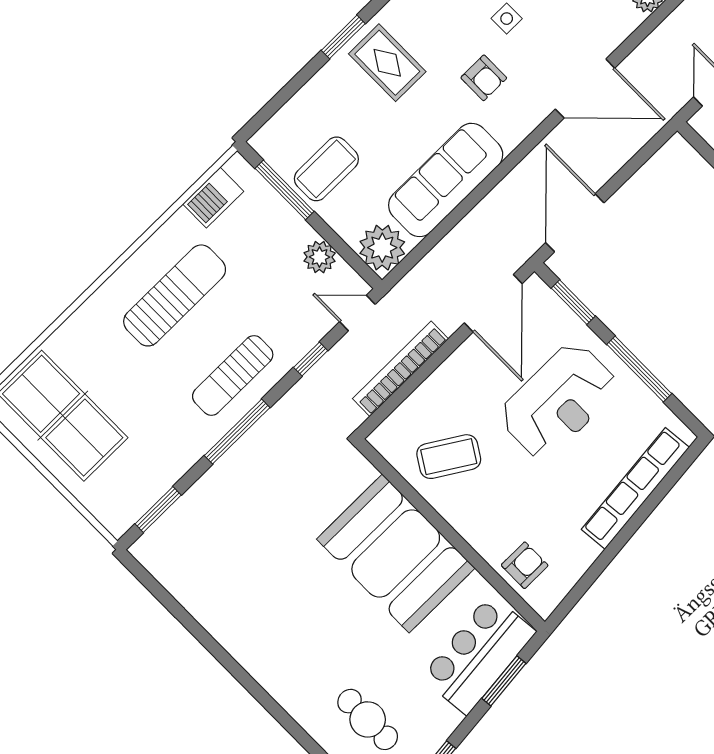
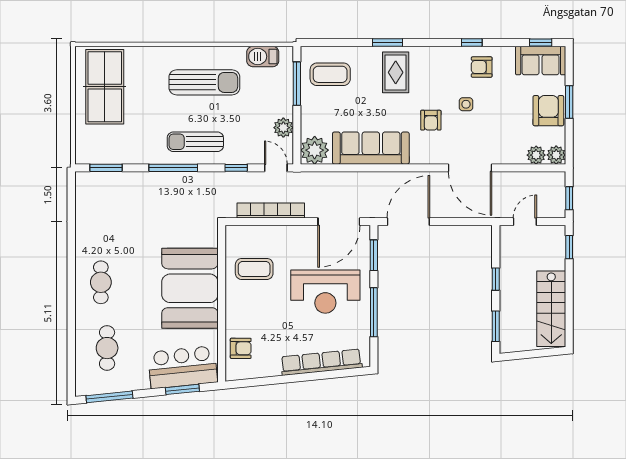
coffee table: (326, 169) -> (330, 74), moved
coffee table: (449, 457) -> (254, 269), turned -32
cafe table: (284, 650) -> (101, 282), added

